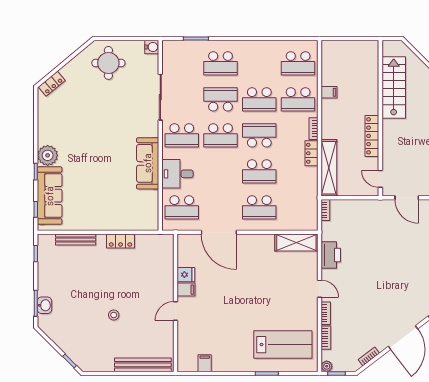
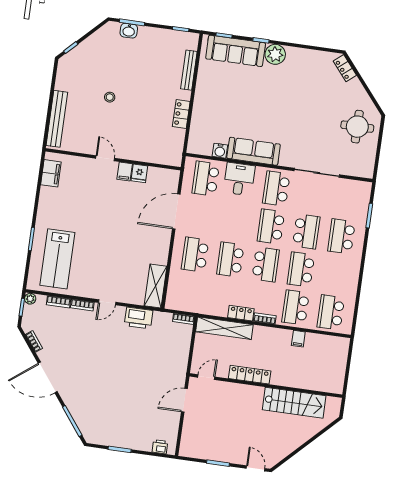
water cooler: (152, 47) -> (220, 151), moved
filing cabinet: (205, 363) -> (51, 173), width x2.00

